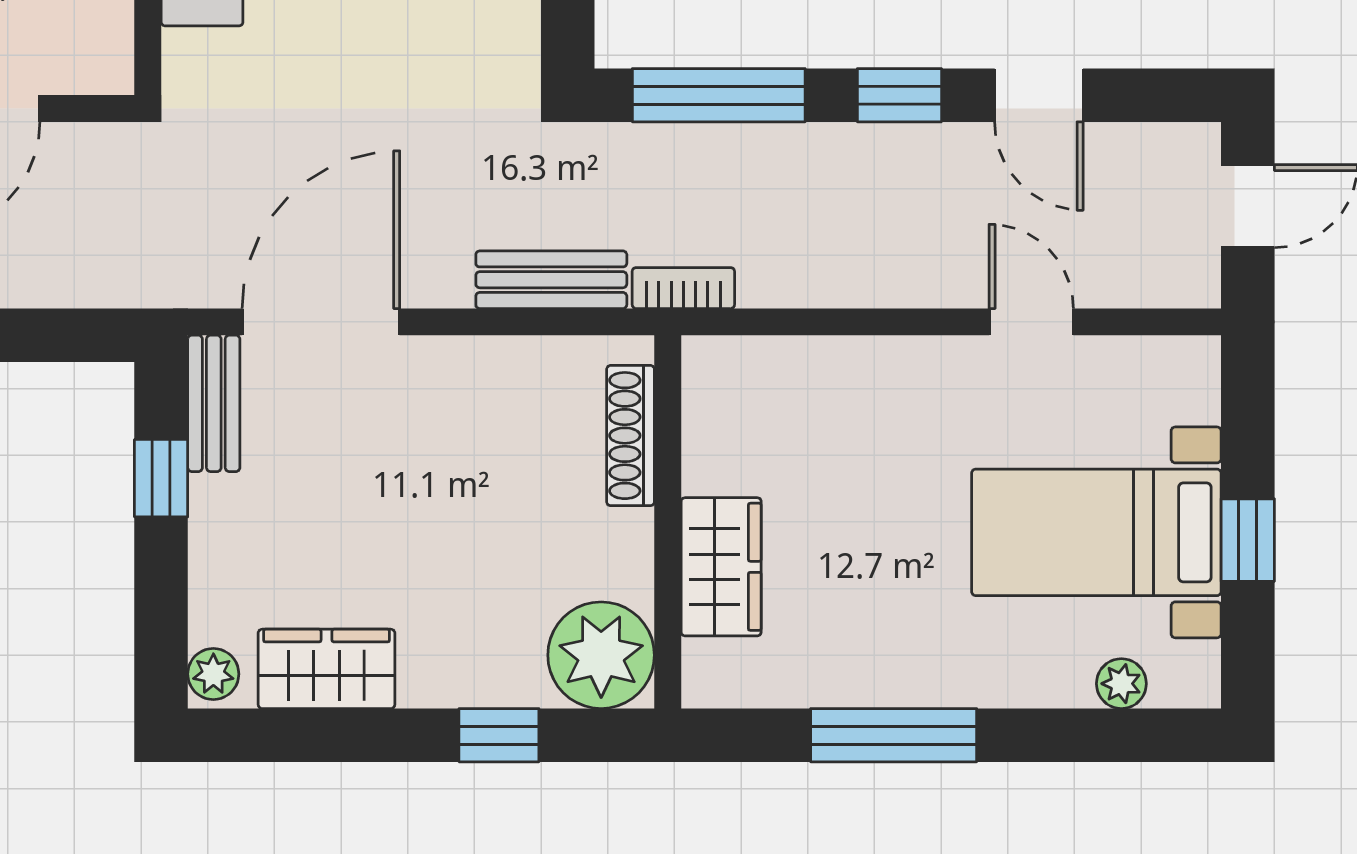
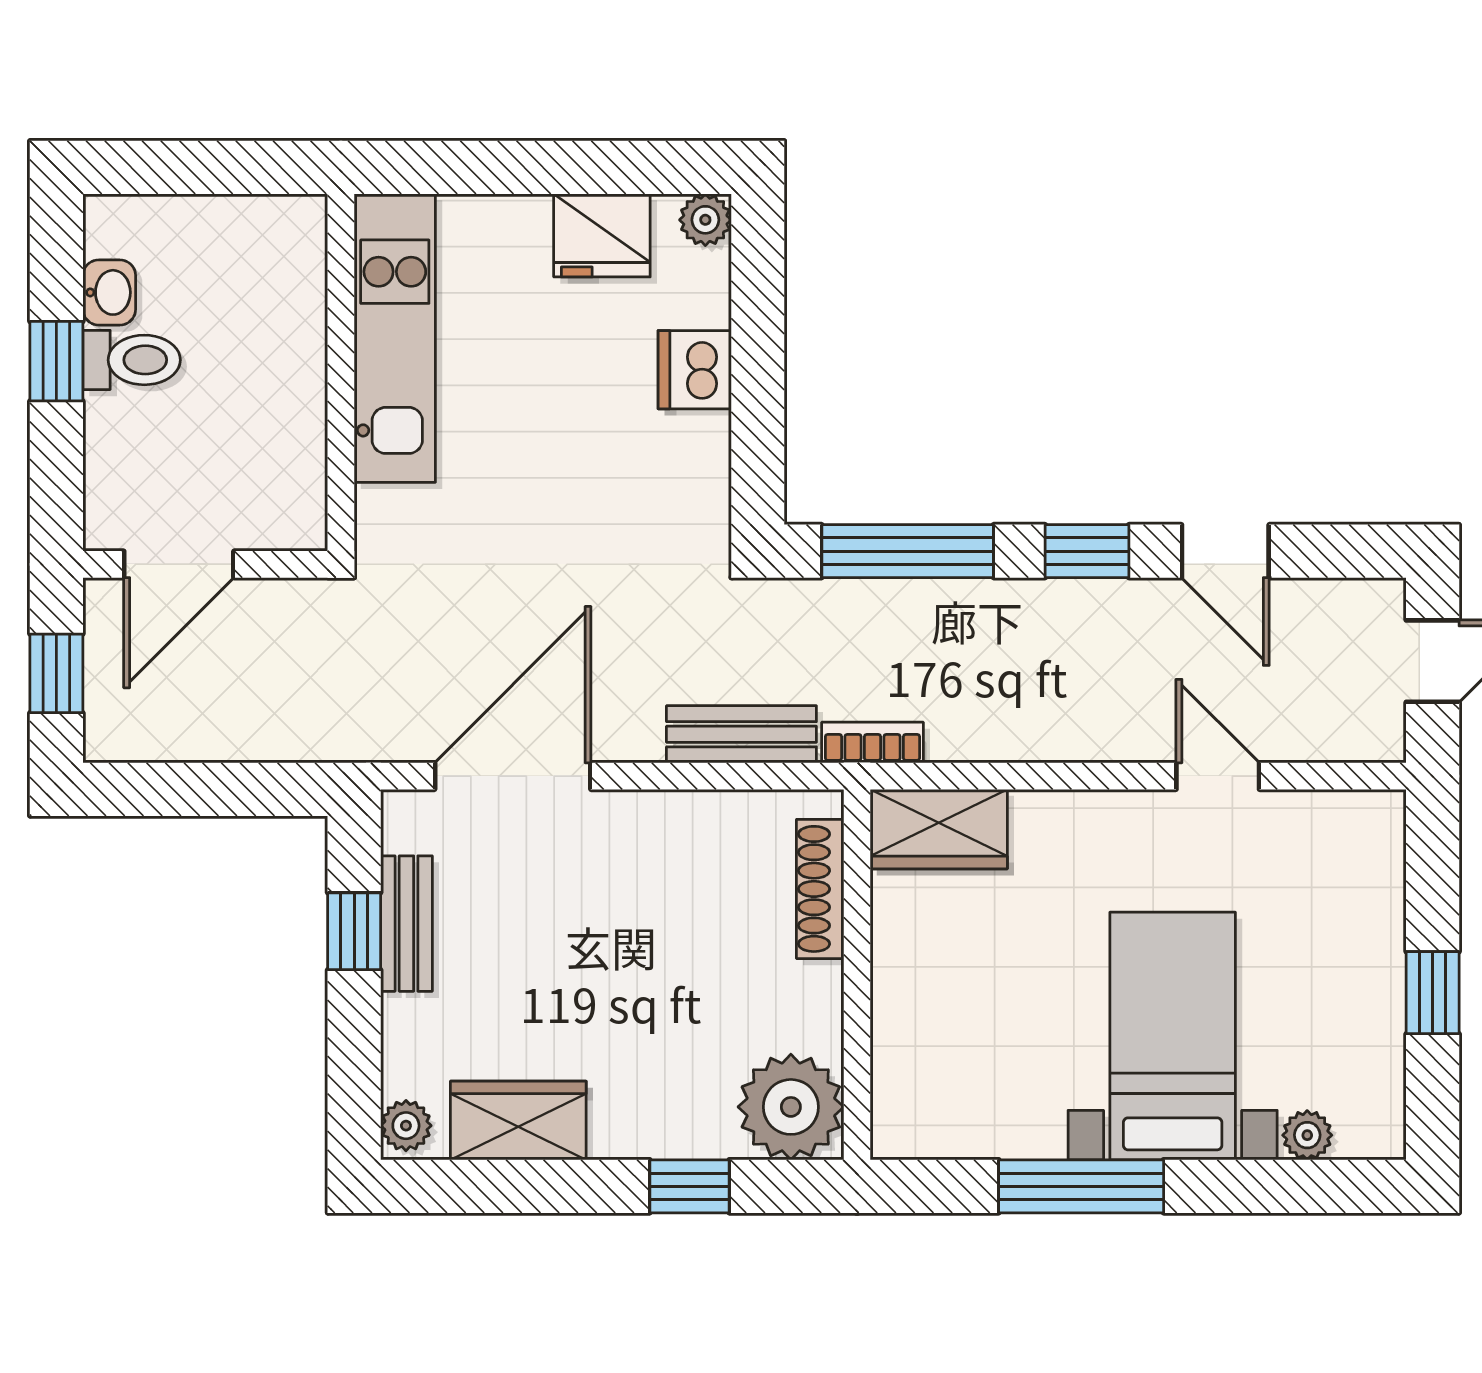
bench: (214, 403) -> (406, 924), moved
bed with nightstands: (1096, 532) -> (1173, 1036), moved, turned 90
wardrobe: (721, 567) -> (939, 829), moved, turned 90

